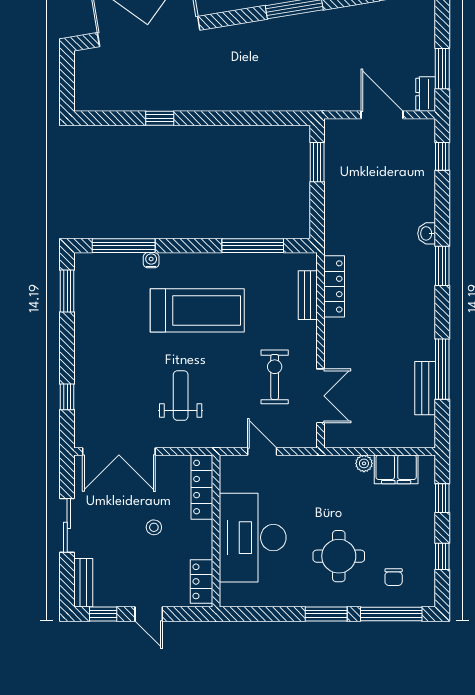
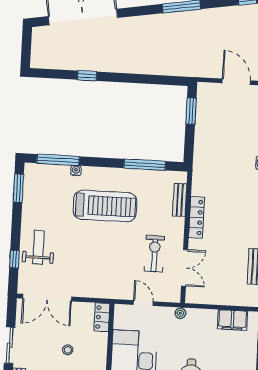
locker: (334, 286) -> (196, 217), moved
weight bench: (181, 396) -> (38, 247), moved
plant: (364, 463) -> (180, 313), moved
locker: (202, 487) -> (102, 317), width x0.66

